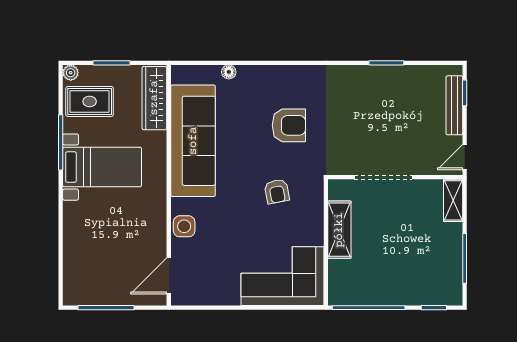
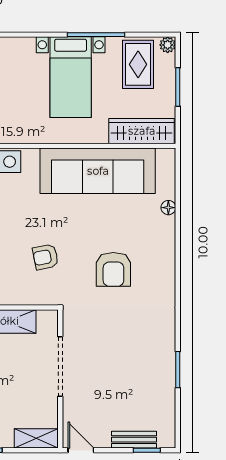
bench: (454, 105) -> (134, 440), width x0.73

